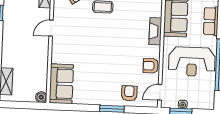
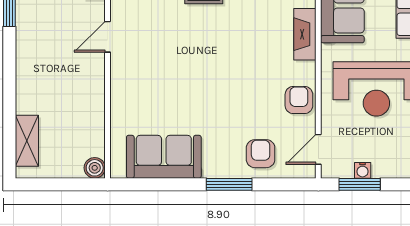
armchair: (151, 66) -> (299, 100), turned 90
sofa: (61, 84) -> (164, 157), moved, turned -90

